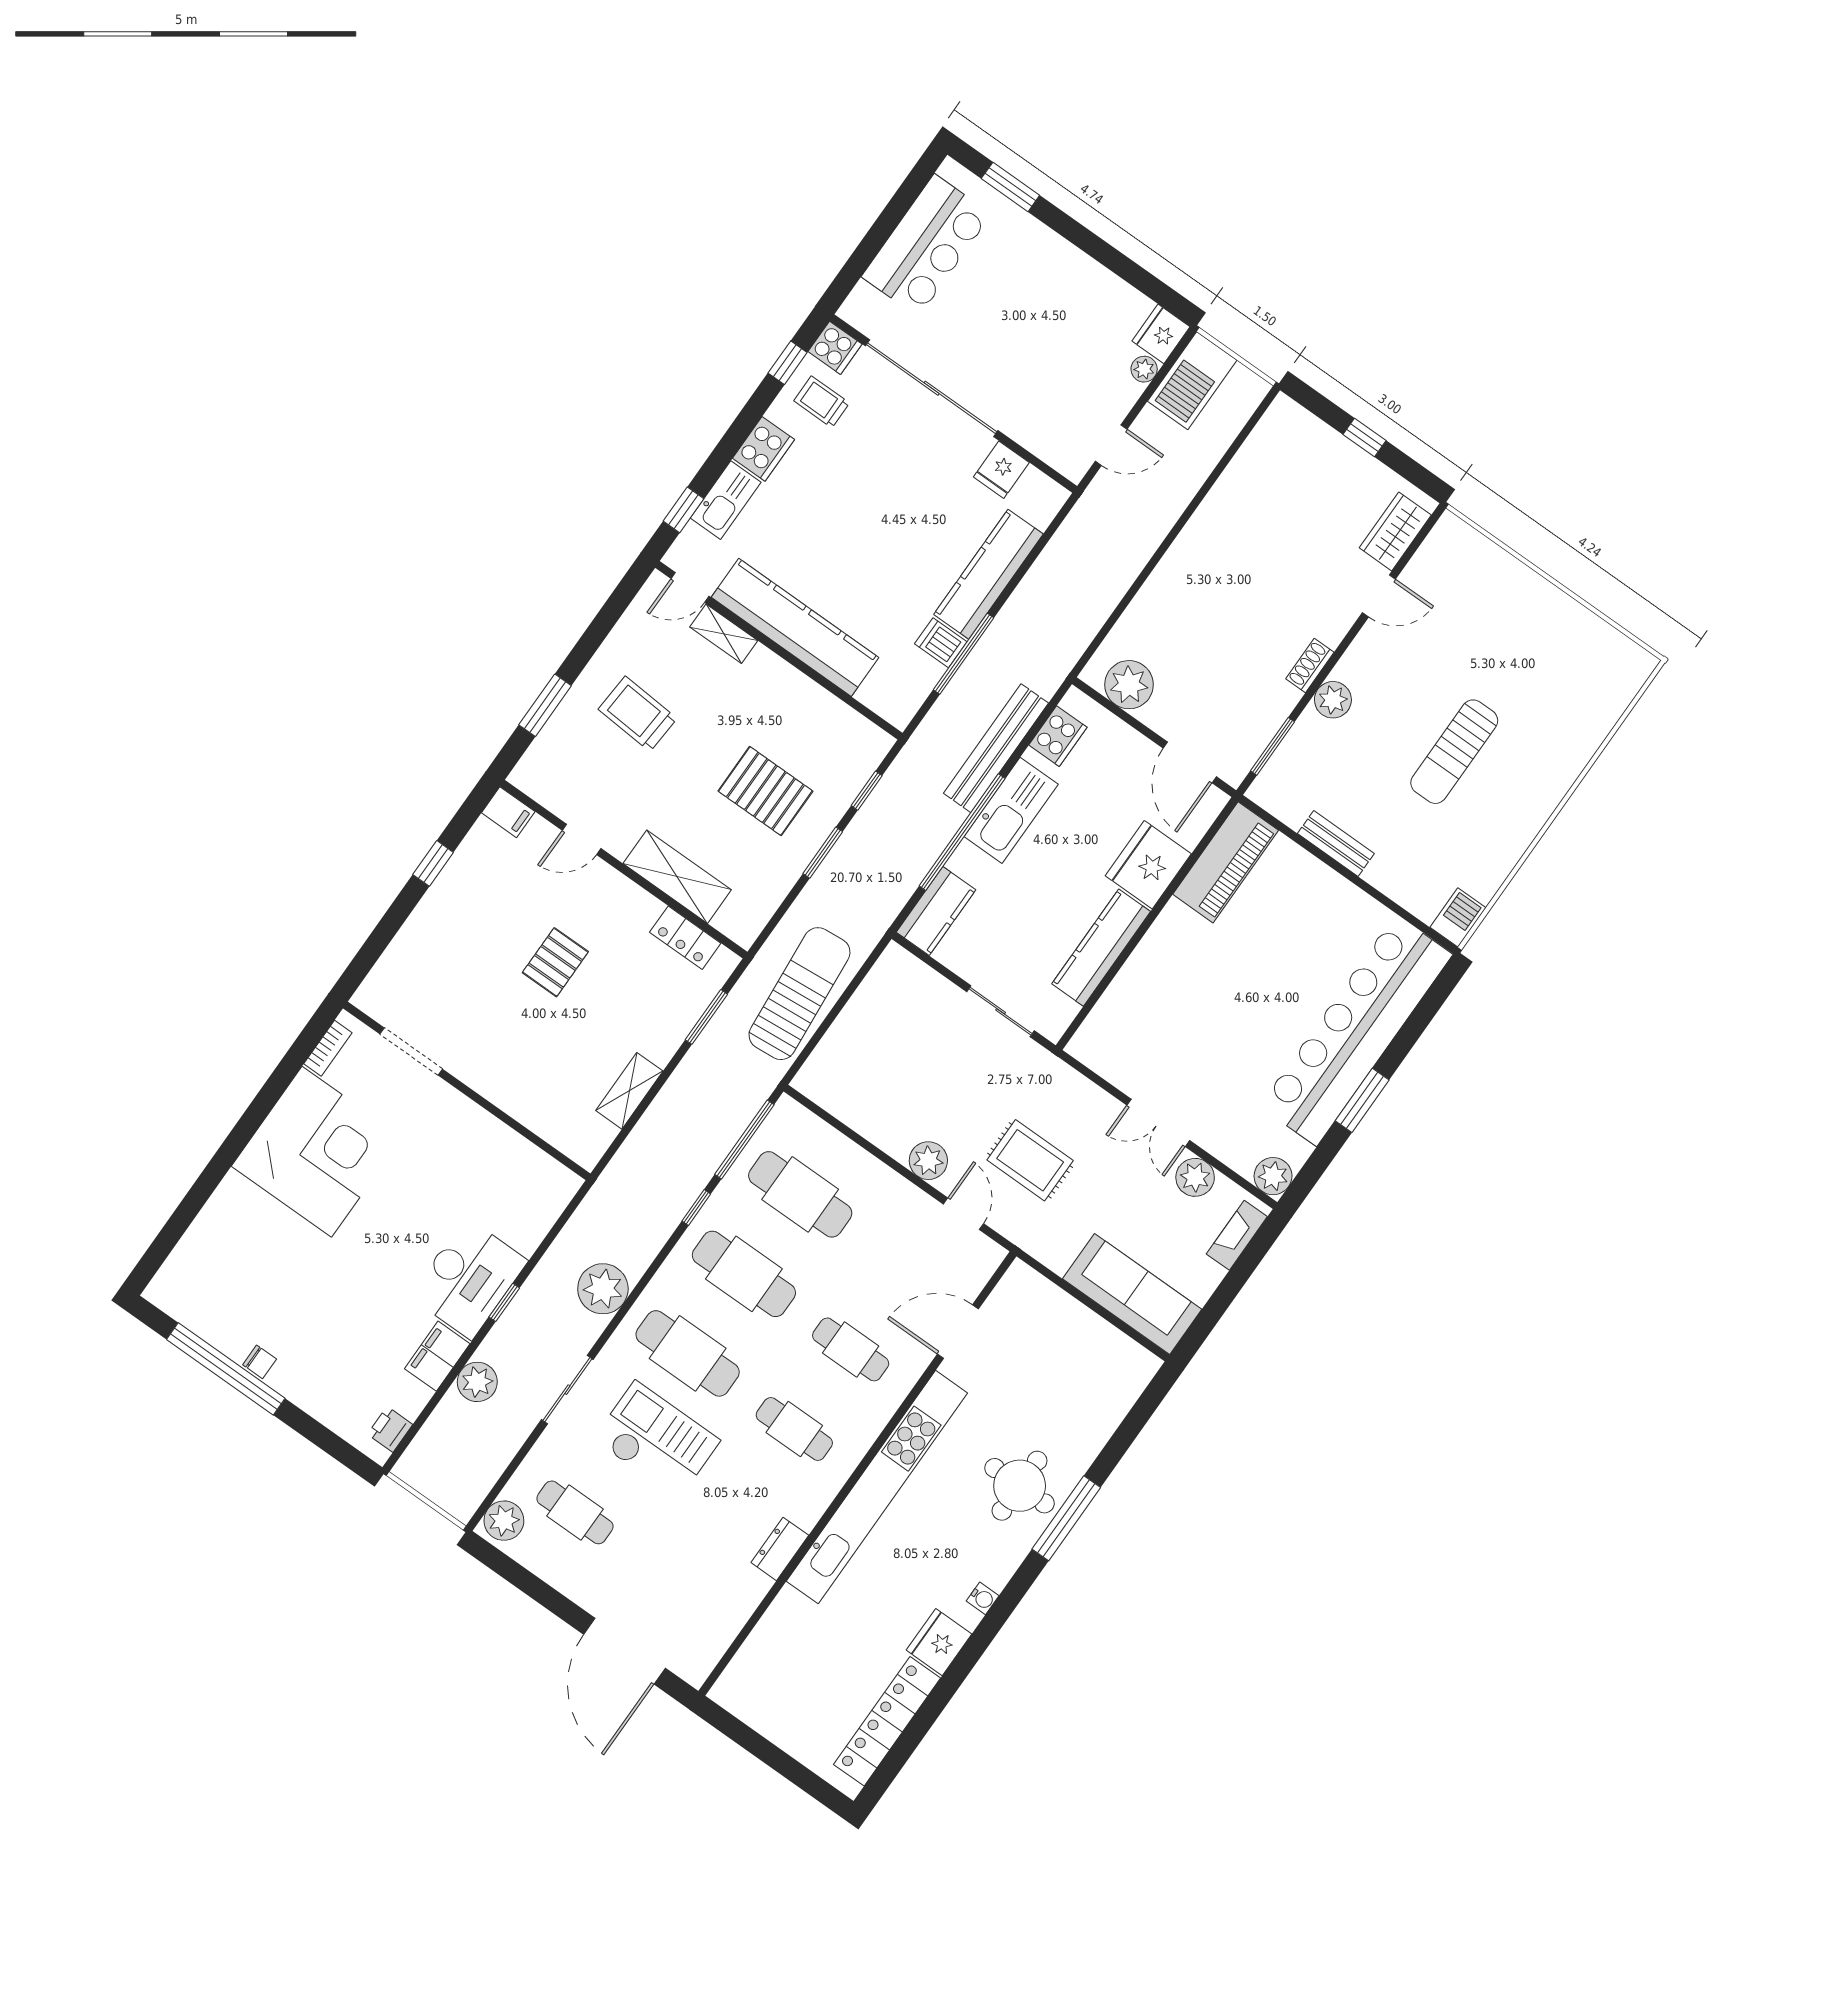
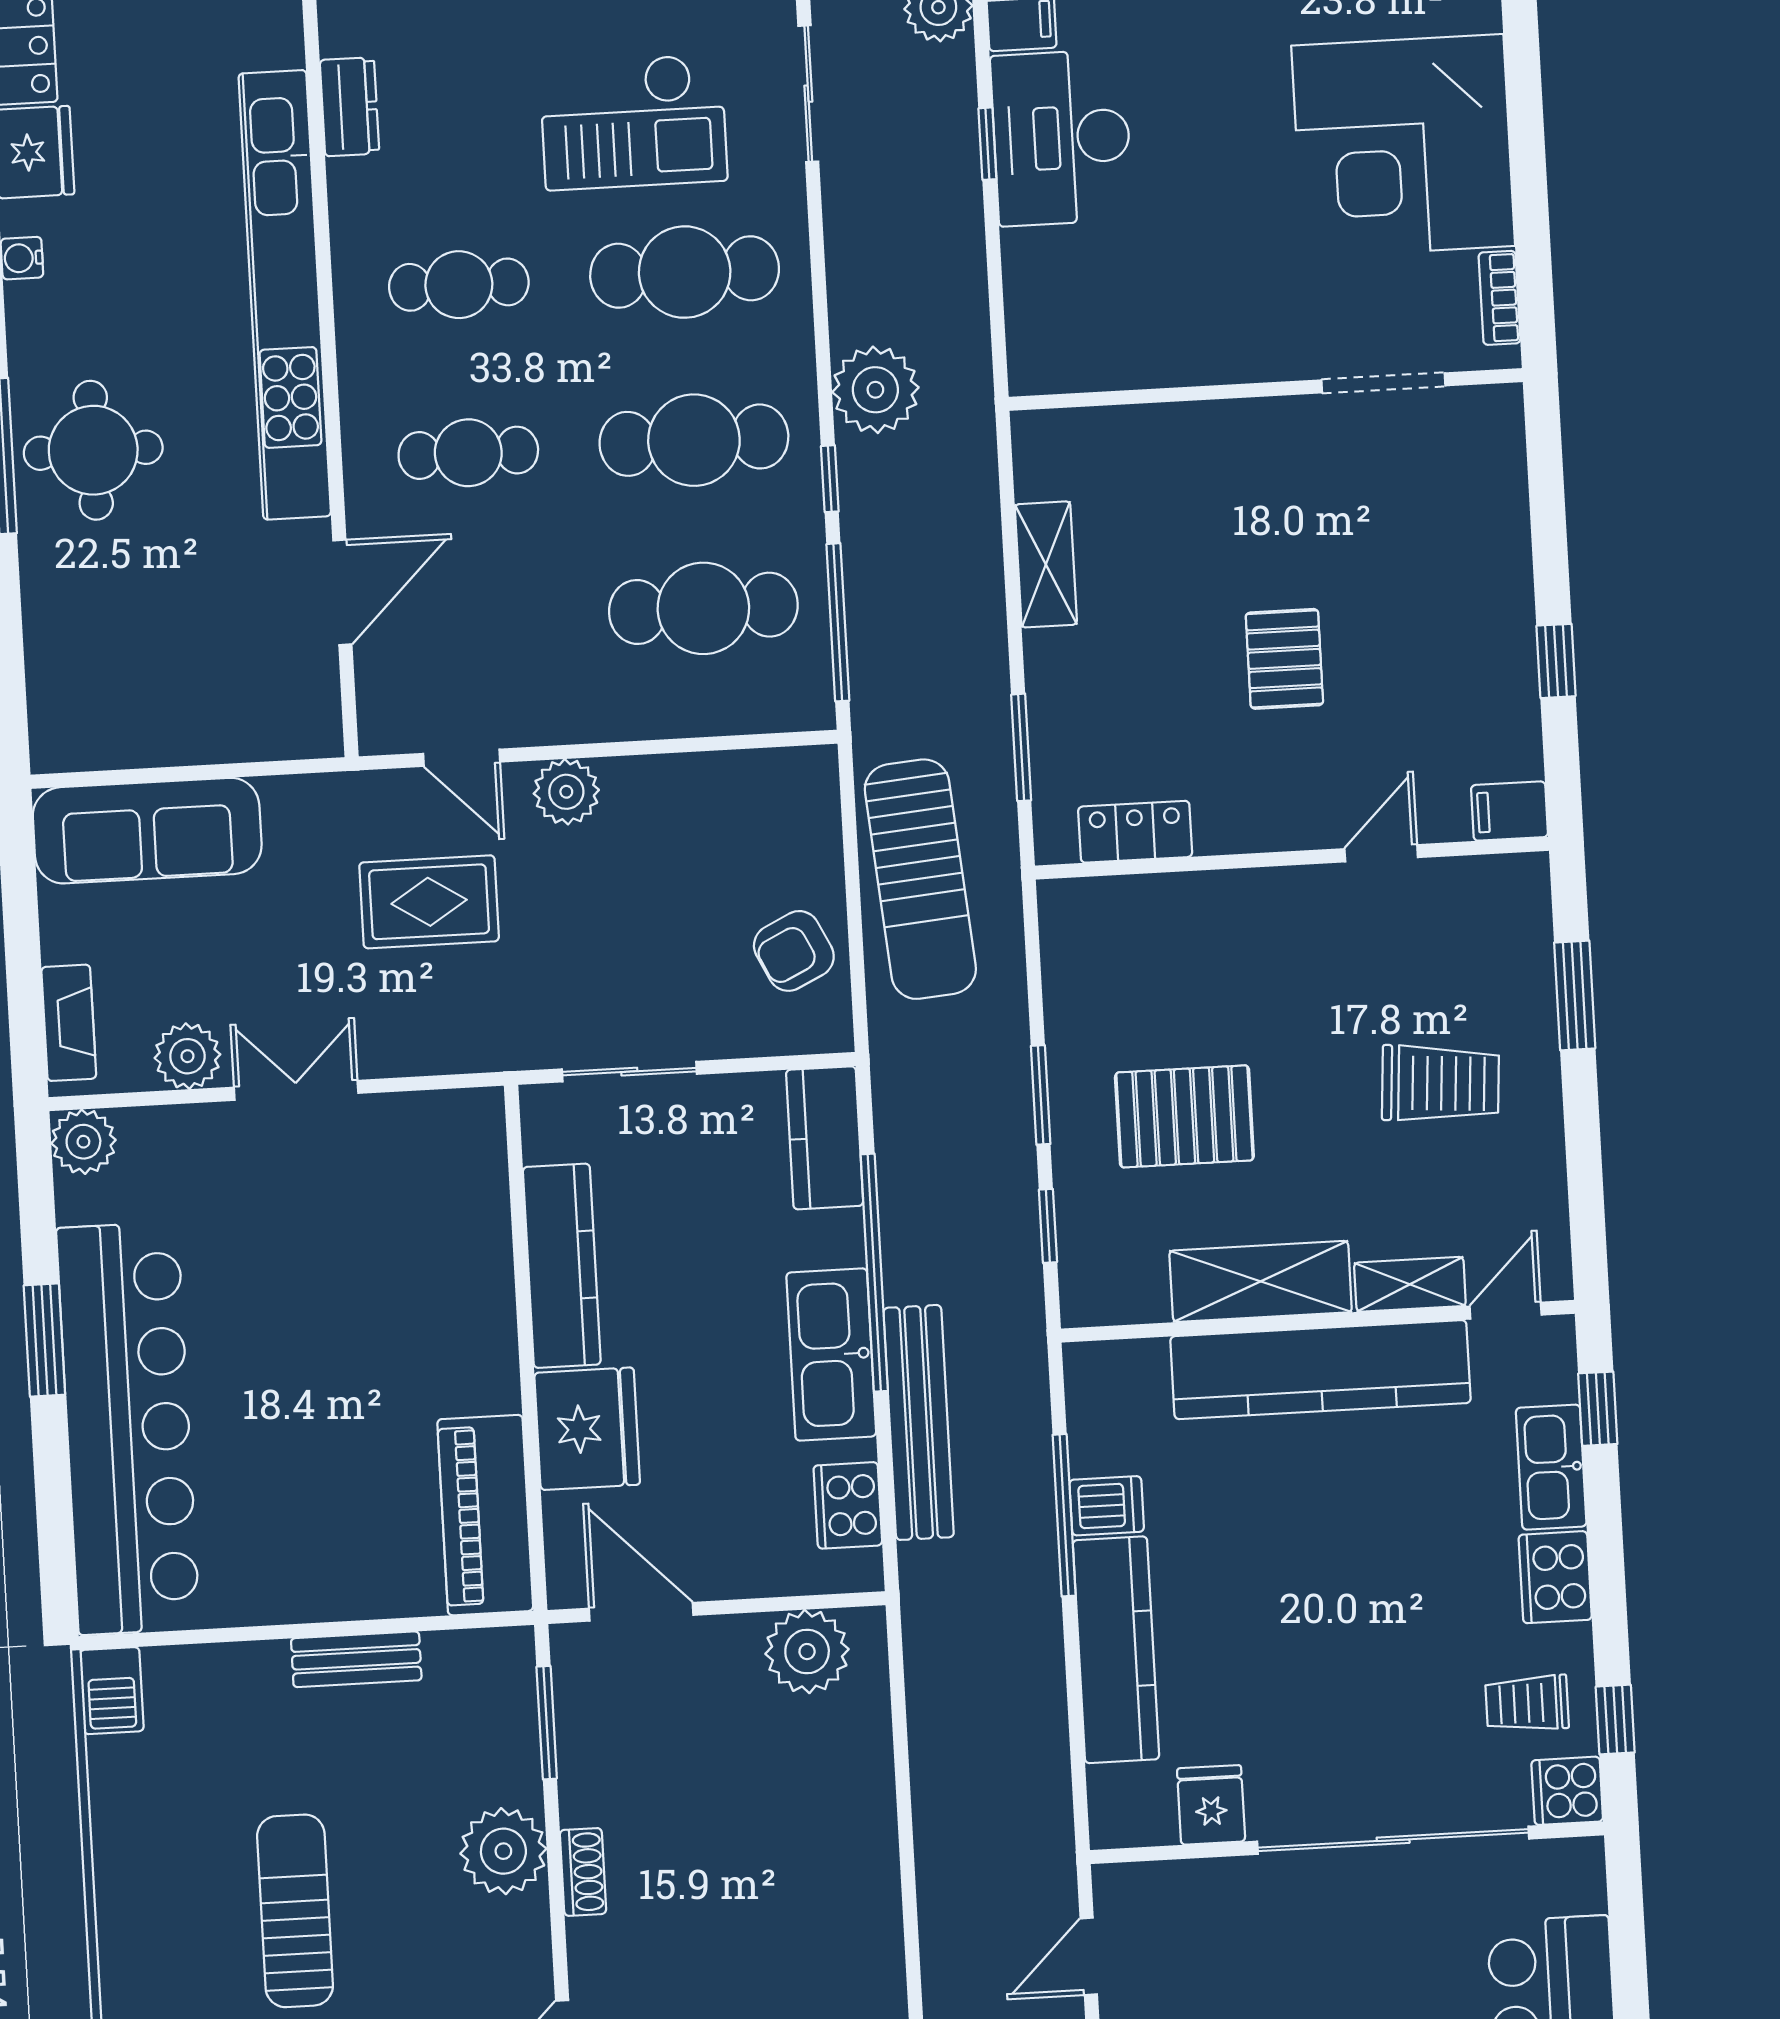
trolley: (822, 402) -> (1527, 1703), turned 180
plant: (1333, 700) -> (503, 1851), width x1.36, depth x1.36
shelving: (677, 877) -> (1261, 1281), moved
armchair: (883, 1007) -> (794, 951), added
plant: (603, 1289) -> (875, 390), moved

